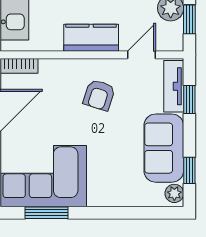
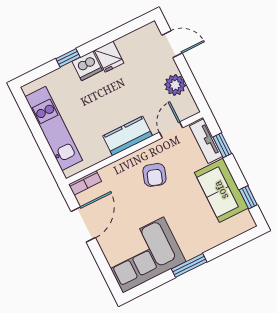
window: (189, 19) -> (193, 86), removed
plant: (174, 193) -> (246, 220), removed
window: (47, 213) -> (189, 265), moved

